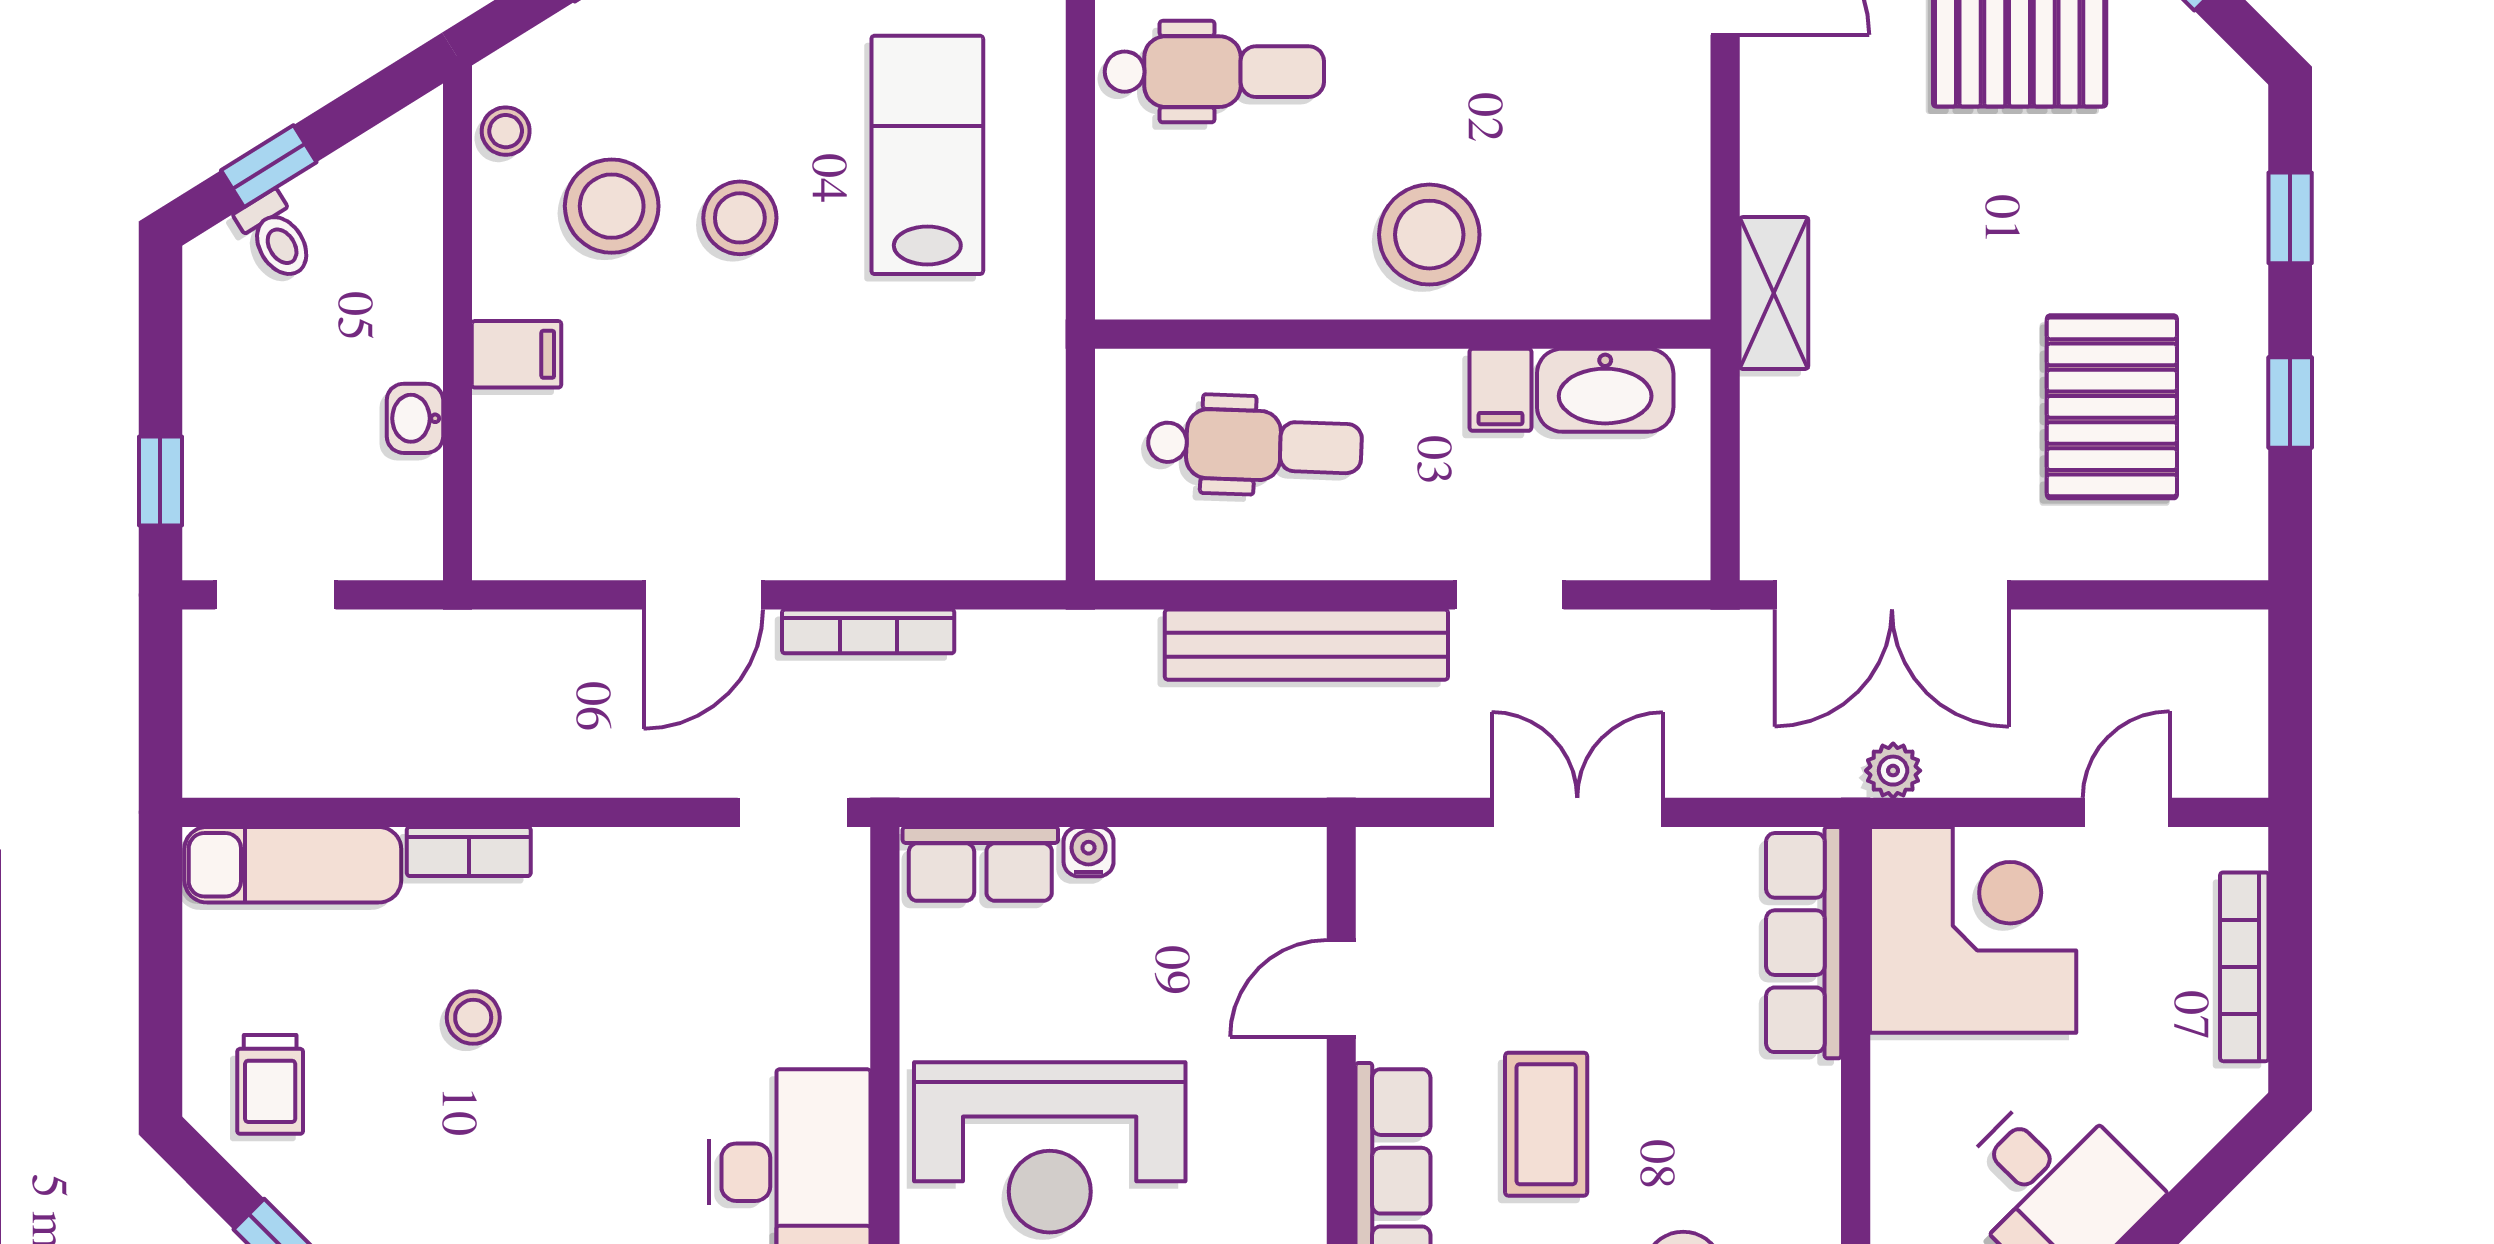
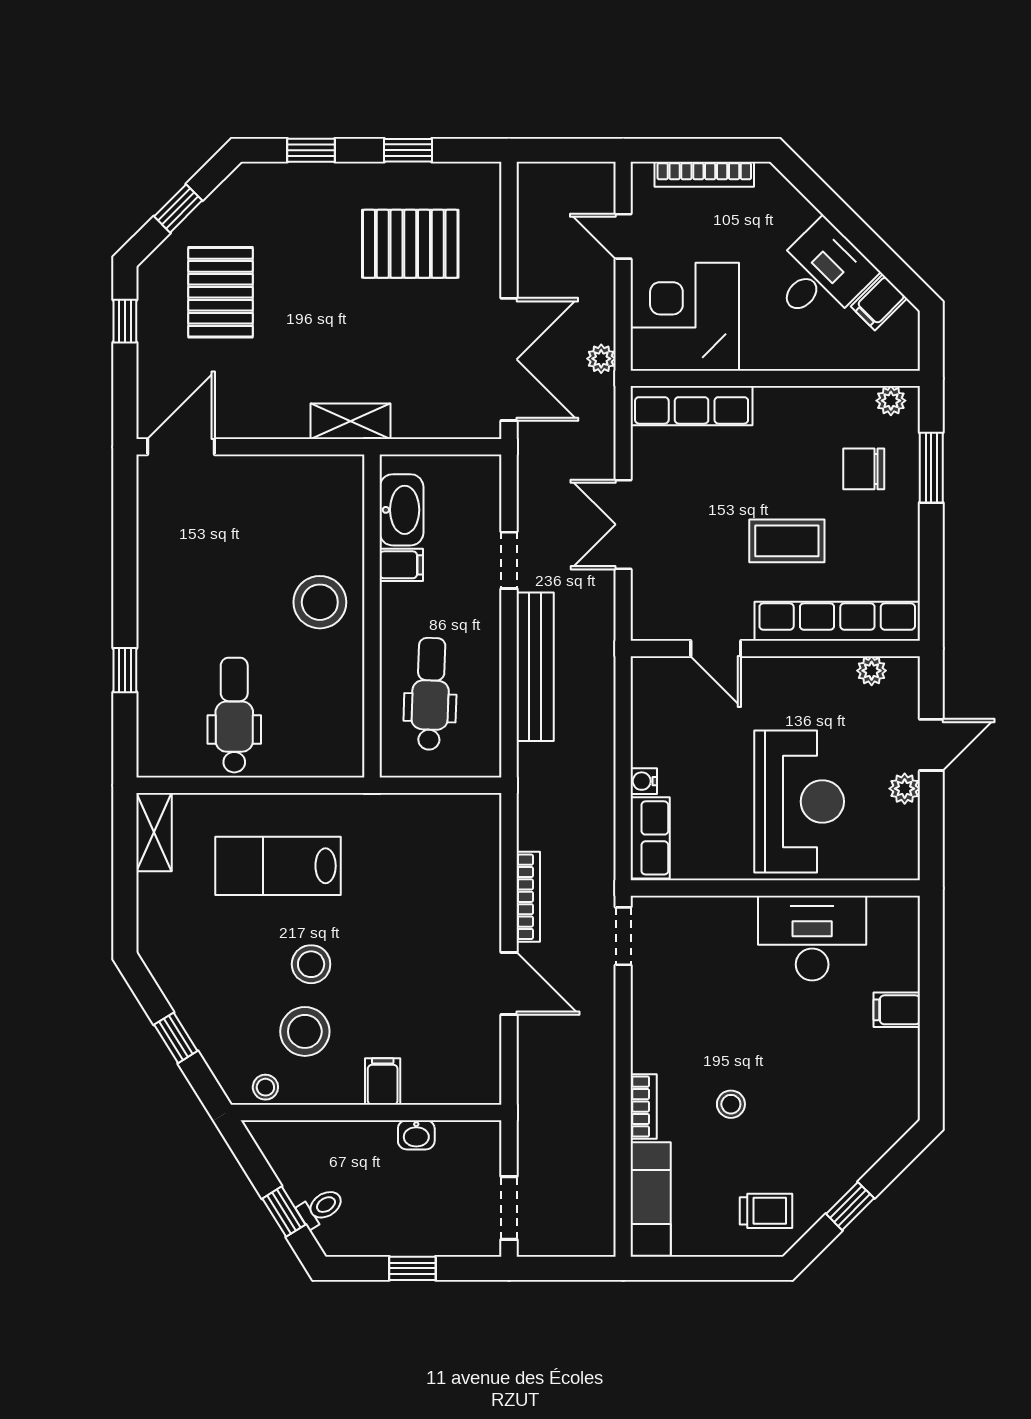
window: (160, 481) -> (412, 1268), moved

